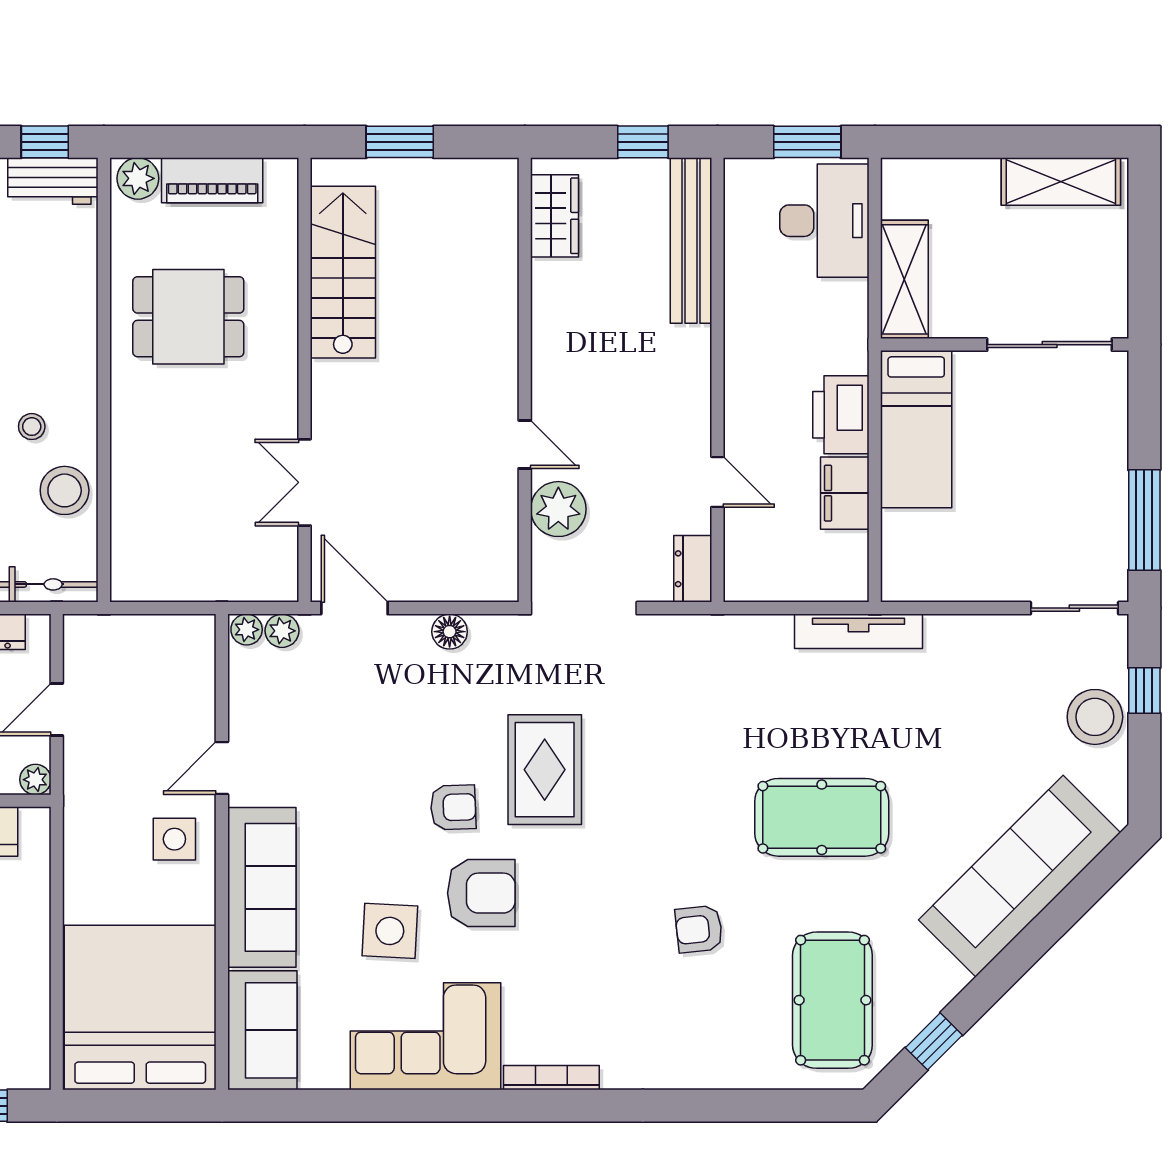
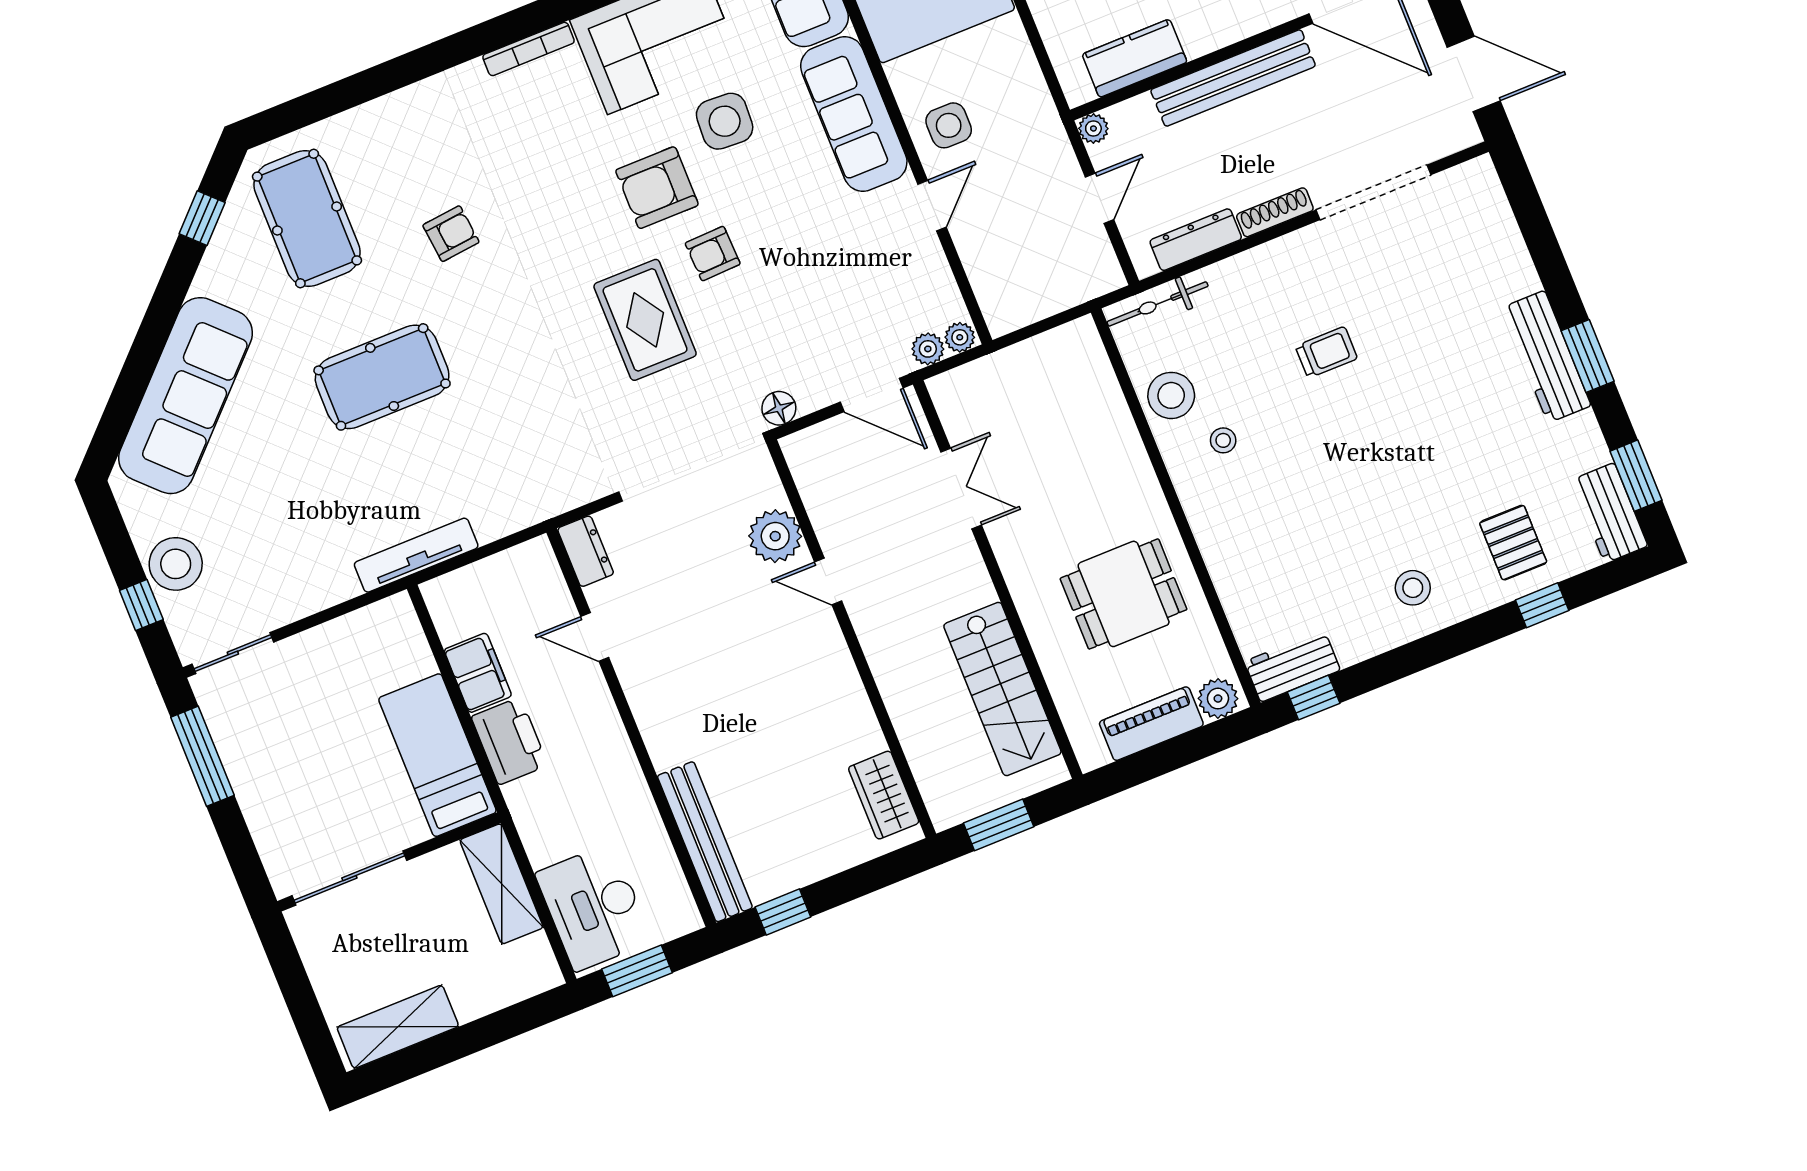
wardrobe: (555, 216) -> (884, 795), moved
wall: (525, 380) -> (851, 639), moved
door: (525, 444) -> (828, 582), moved
plant: (558, 509) -> (775, 536), moved

